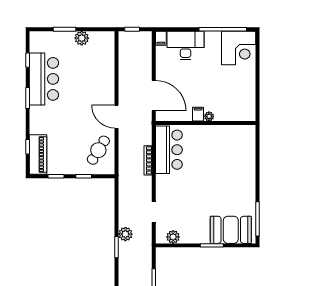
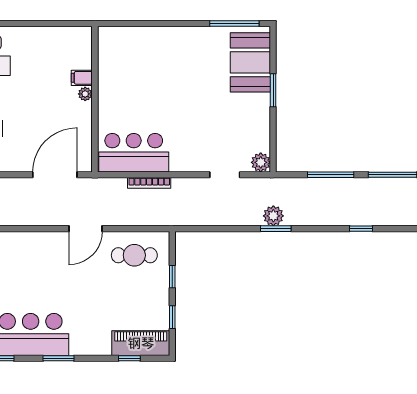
filing cabinet: (198, 114) -> (82, 78), moved
cafe table: (98, 150) -> (134, 255), turned -32
plant: (125, 234) -> (273, 216), moved
plant: (173, 237) -> (261, 162), moved

